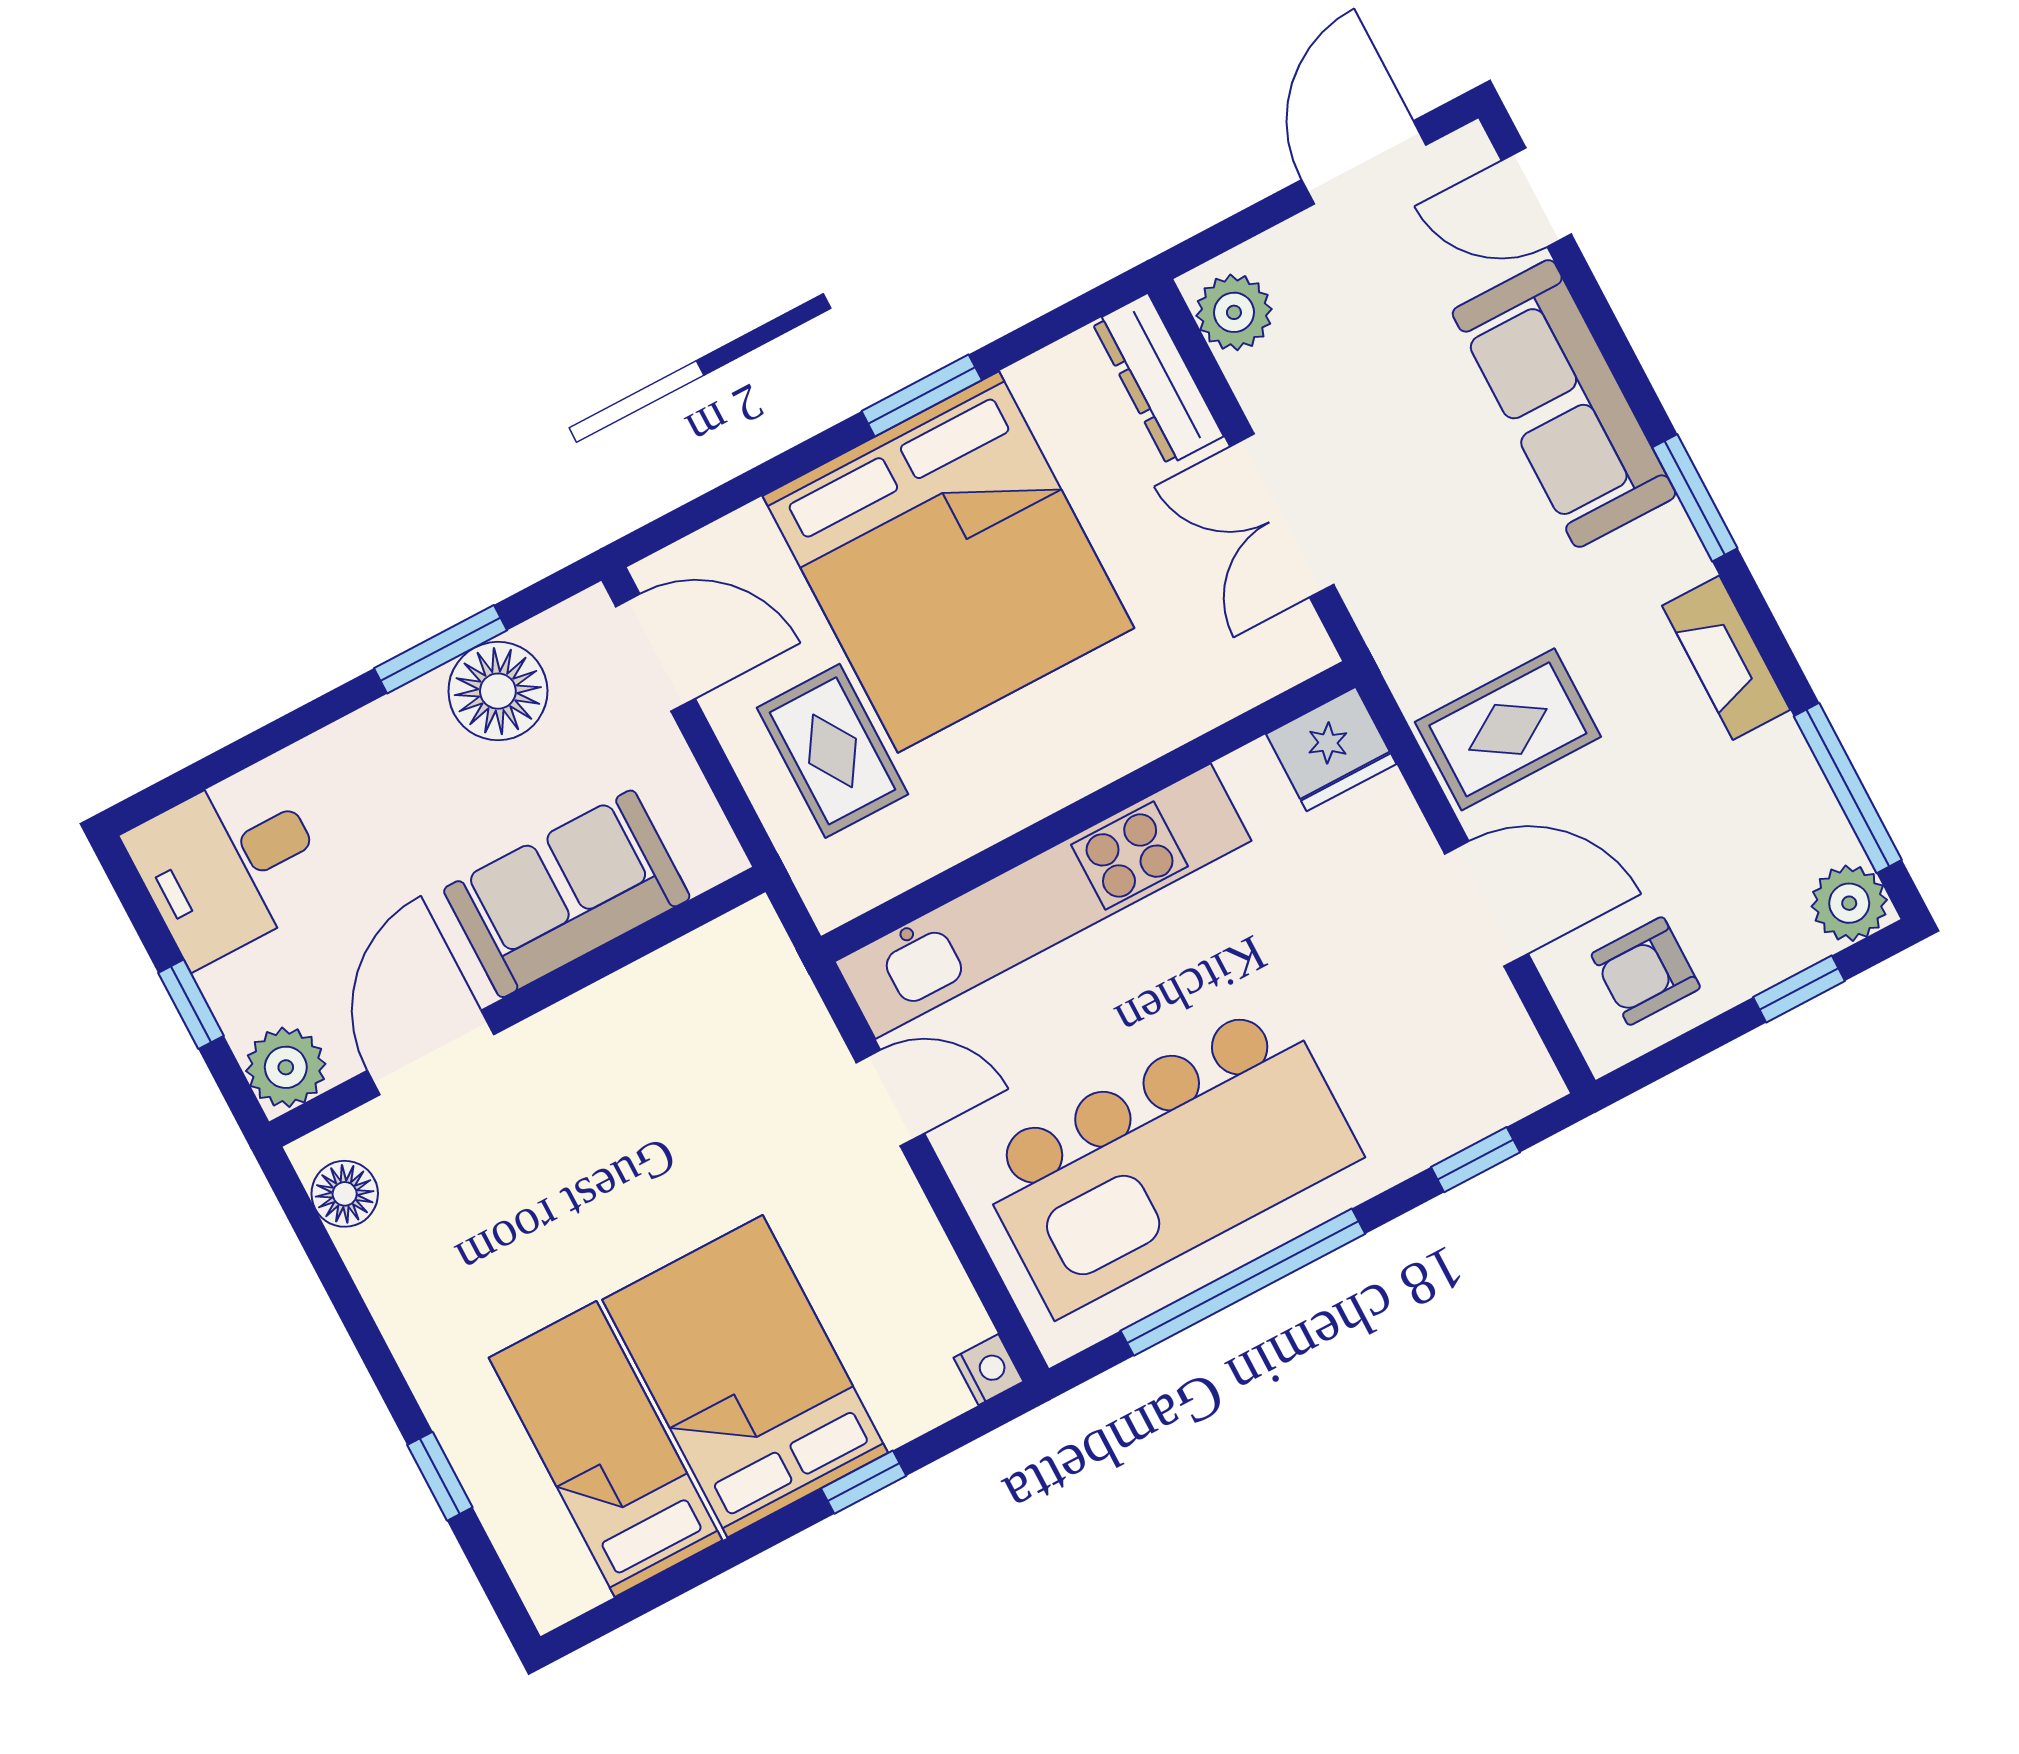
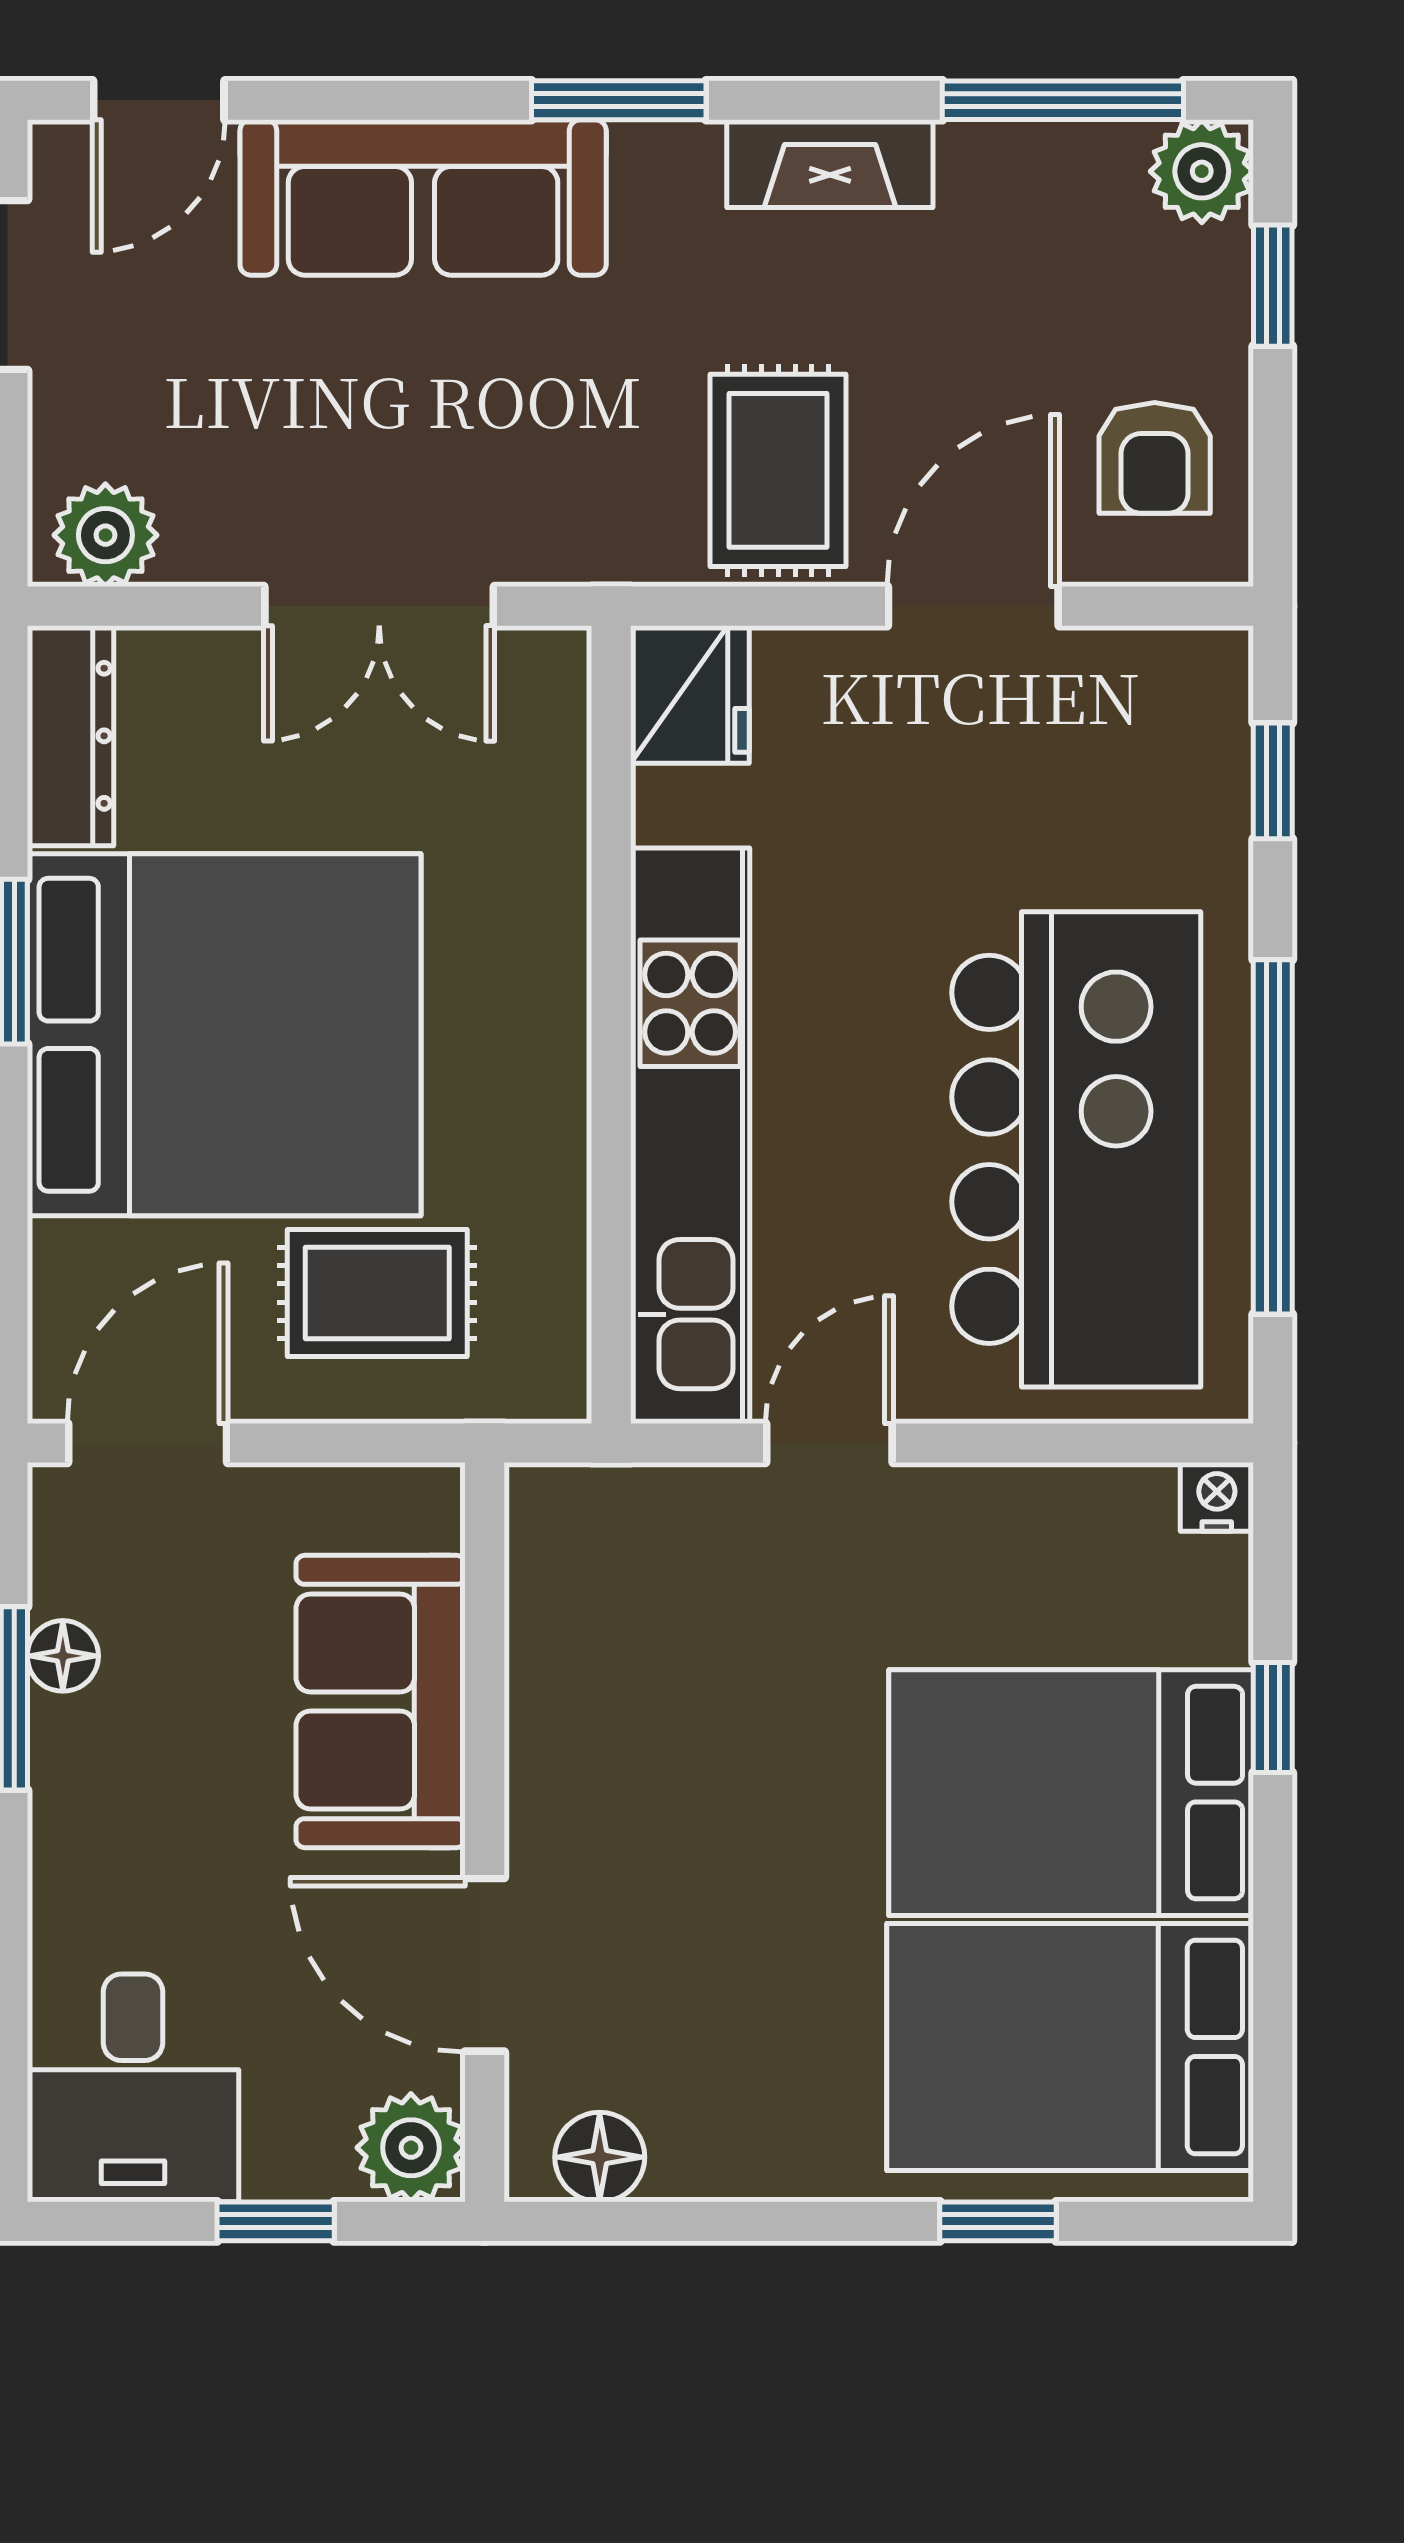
dresser: (1158, 379) -> (70, 736), moved, turned -90
floor lamp: (498, 691) -> (63, 1656), width x0.53, depth x0.53
bed: (606, 1449) -> (1070, 2047), width x1.50

